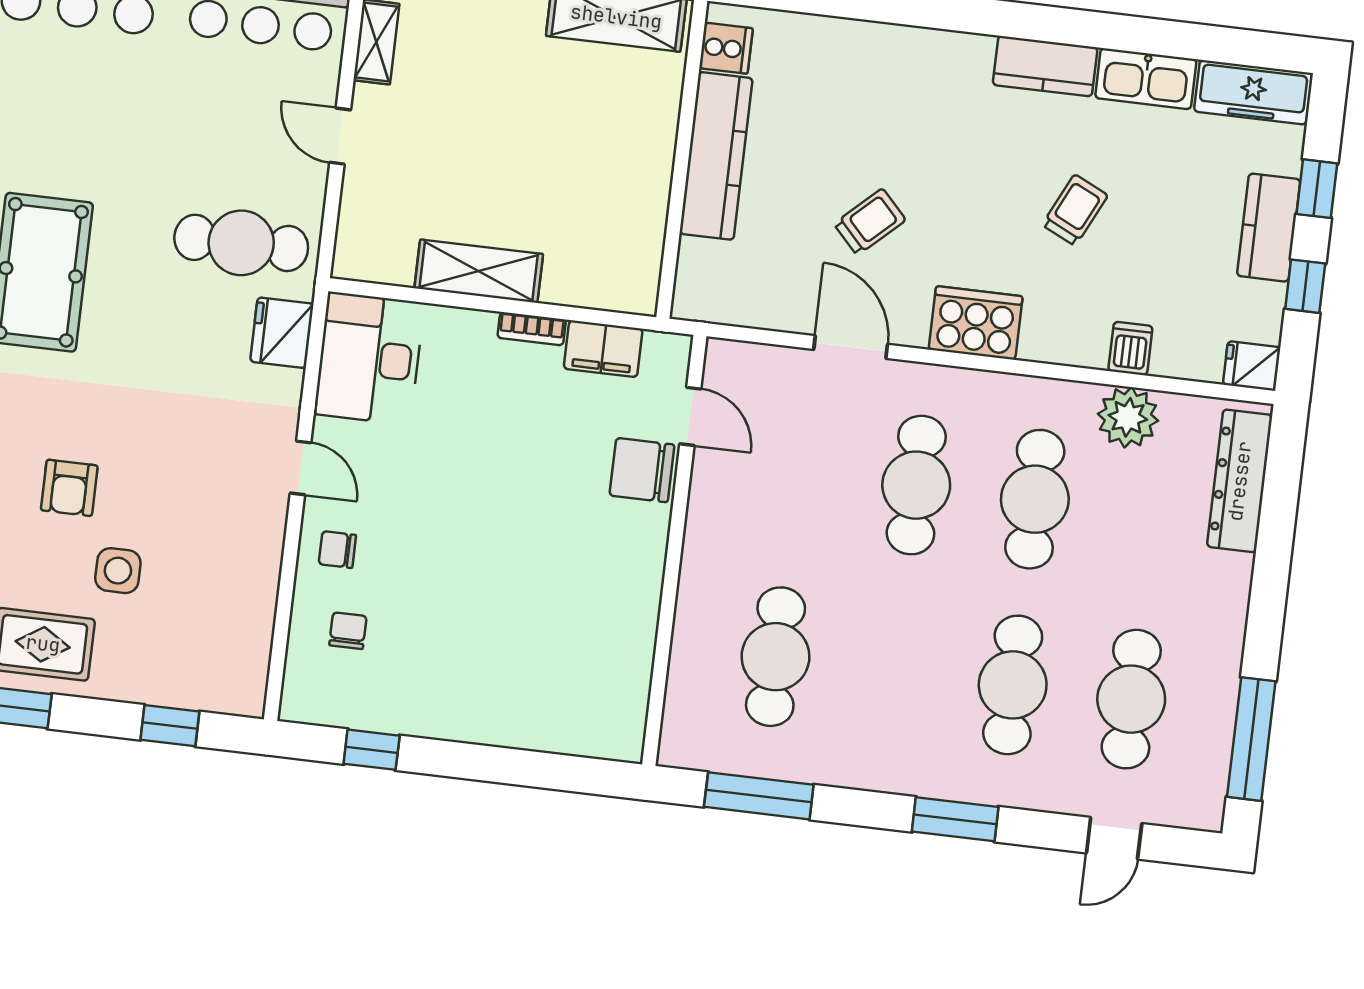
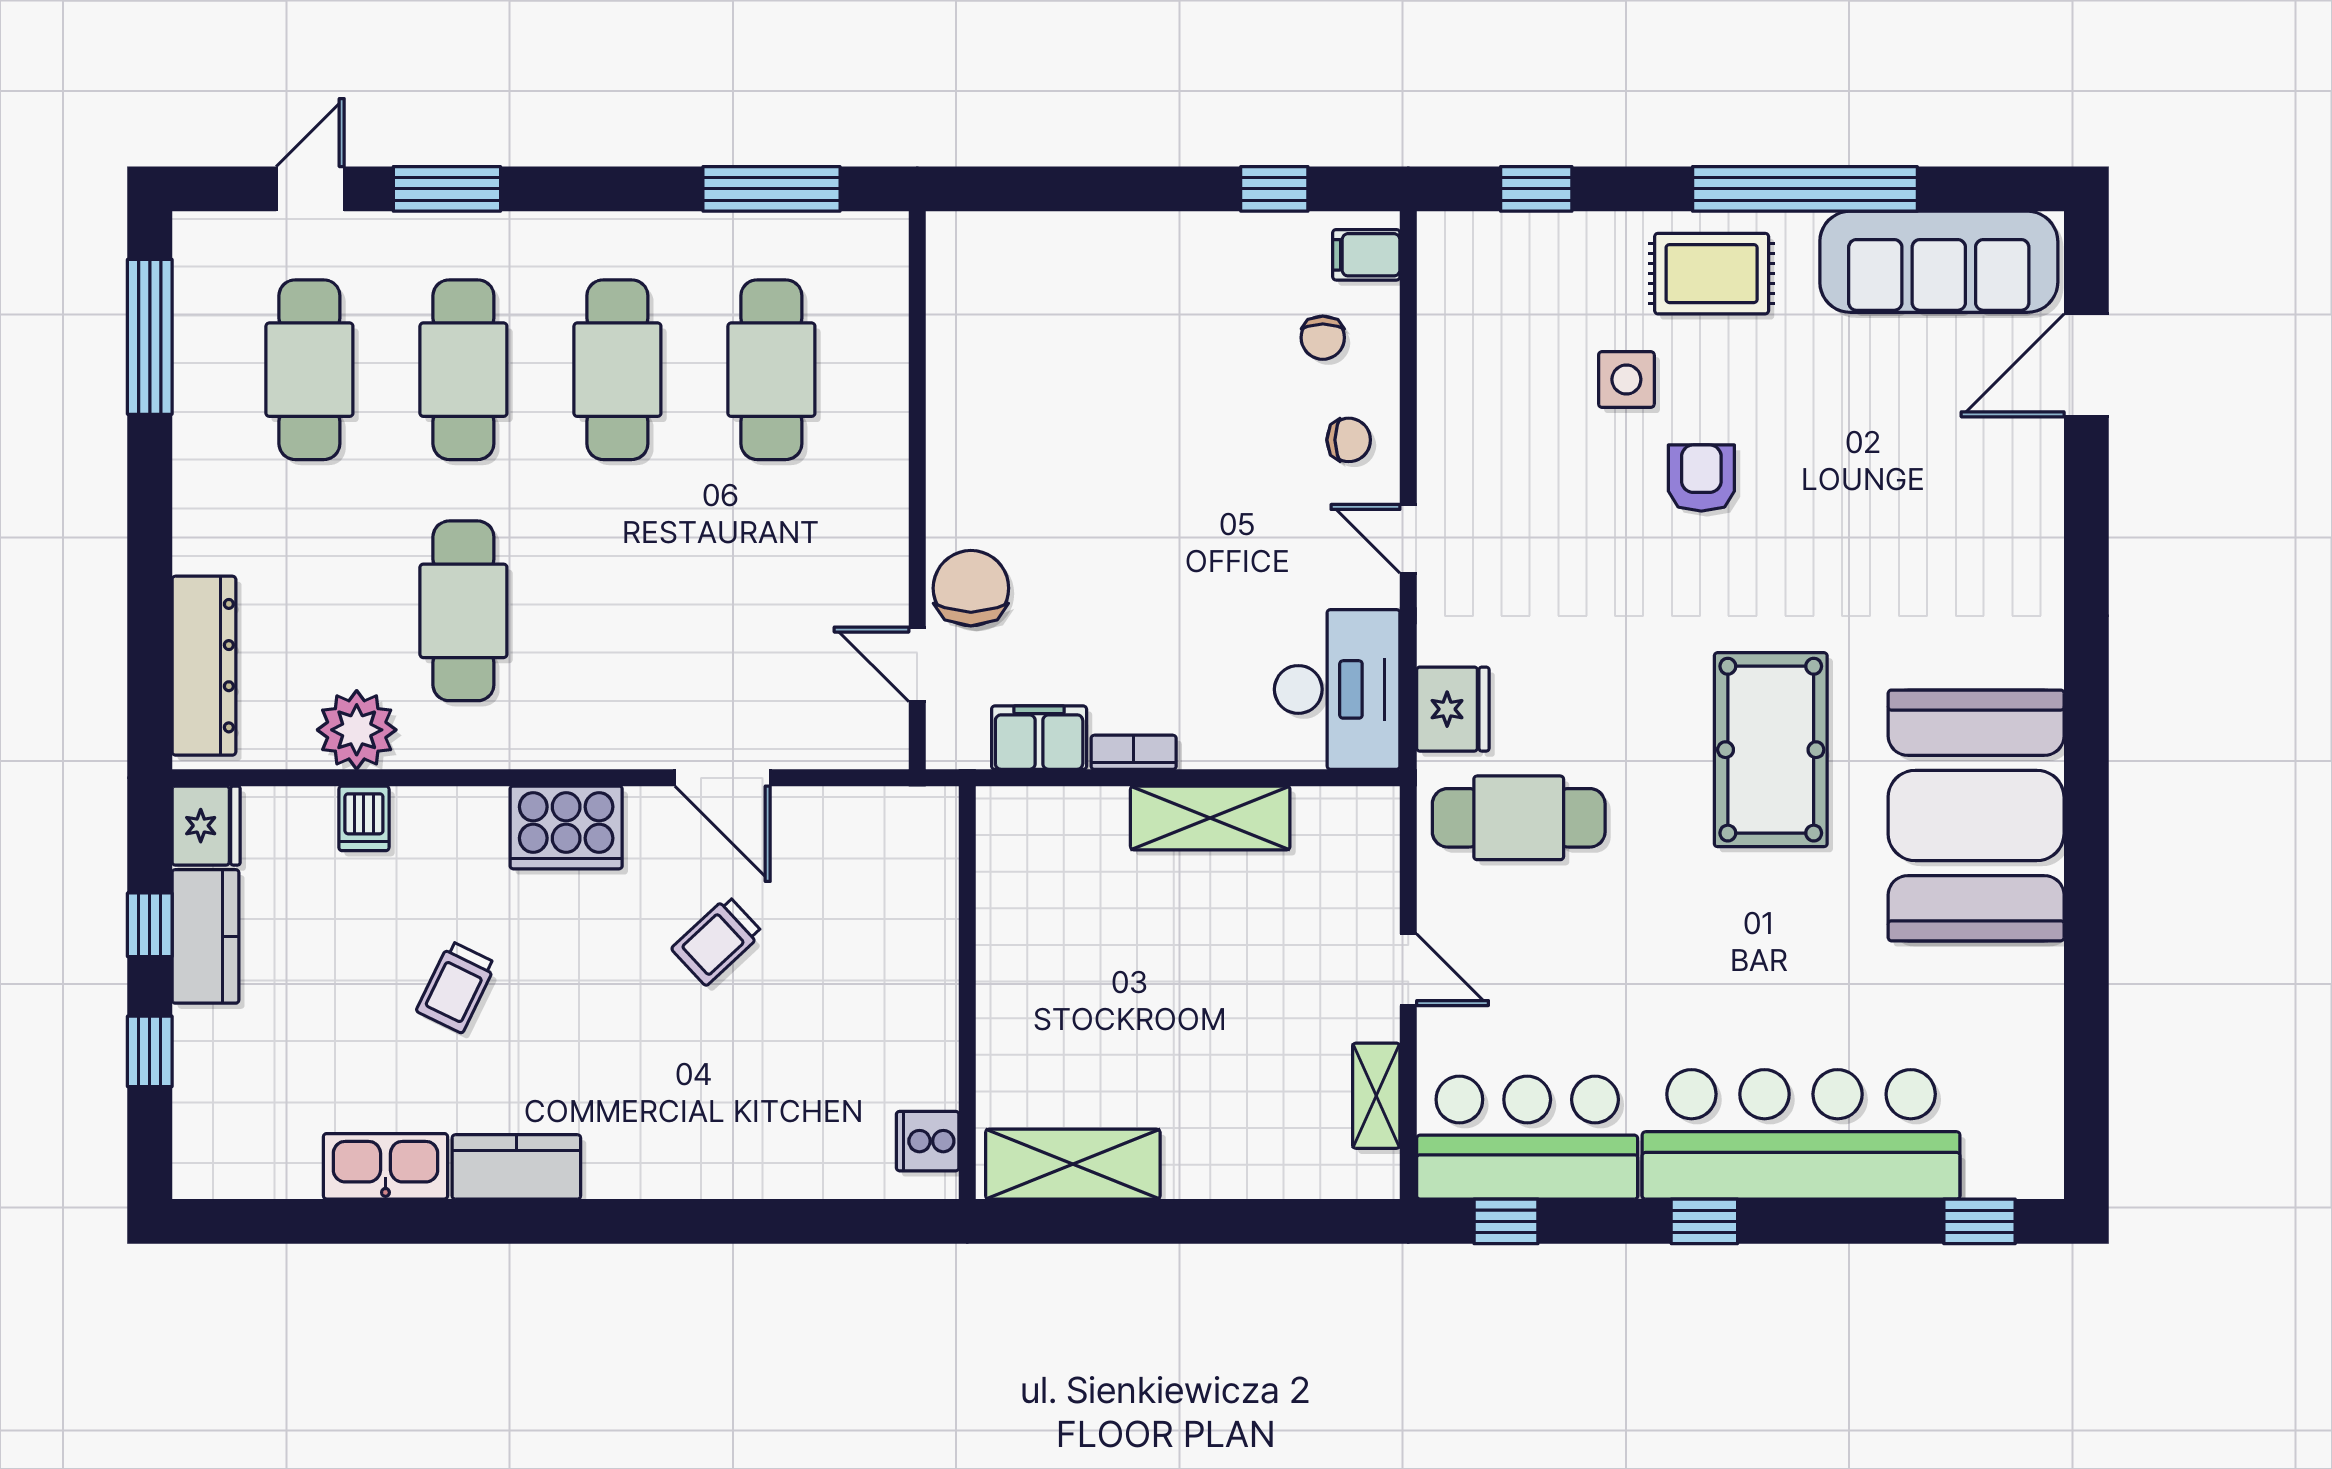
freezer: (1253, 92) -> (246, 1165), removed
kitchen counter: (716, 156) -> (924, 1002), removed
kitchen counter: (1269, 228) -> (205, 936), moved
fridge: (1252, 366) -> (206, 826), width x1.38
chair: (642, 470) -> (971, 588), turned -90
cafe table: (916, 485) -> (617, 370), moved
filing cabinet: (307, 690) -> (1366, 255), added
window: (955, 819) -> (447, 189), moved

